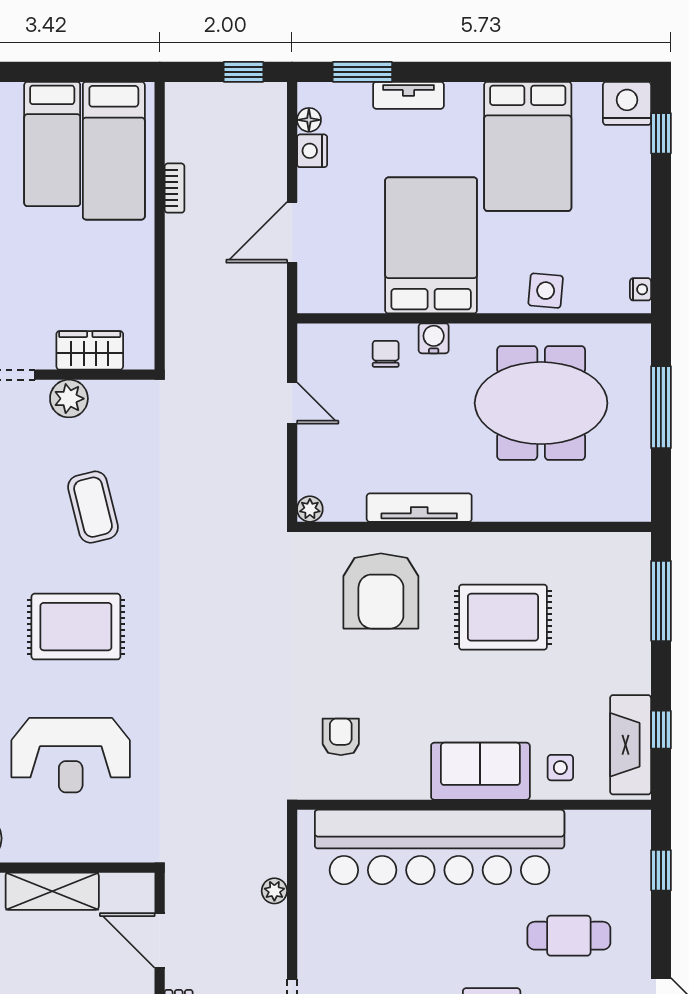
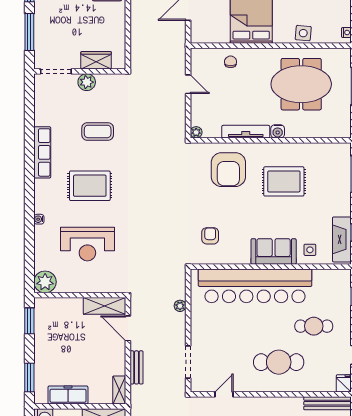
water cooler: (434, 338) -> (278, 131), moved, turned 180
coffee table: (93, 507) -> (98, 131), turned -76
shelving: (52, 891) -> (104, 306), moved

